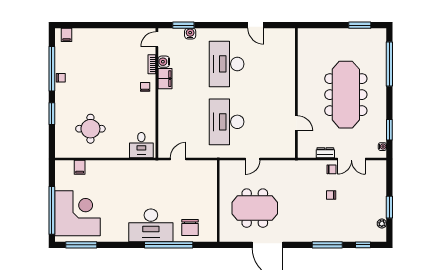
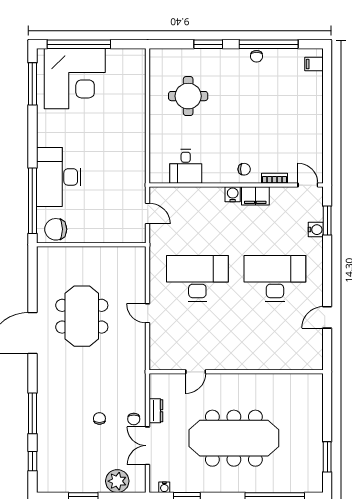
water cooler: (164, 62) -> (233, 194), moved
desk: (141, 145) -> (186, 166), moved, turned -90
filing cabinet: (80, 167) -> (137, 82), removed
wall: (218, 201) -> (91, 245), moved
plant: (382, 224) -> (117, 481), moved, width x1.88, depth x1.88

